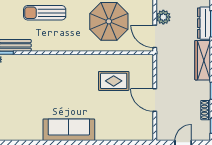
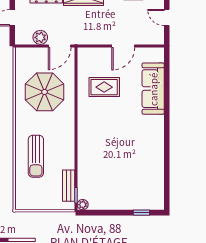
rug: (114, 81) -> (104, 87), turned 90
sofa: (69, 130) -> (153, 89), moved

